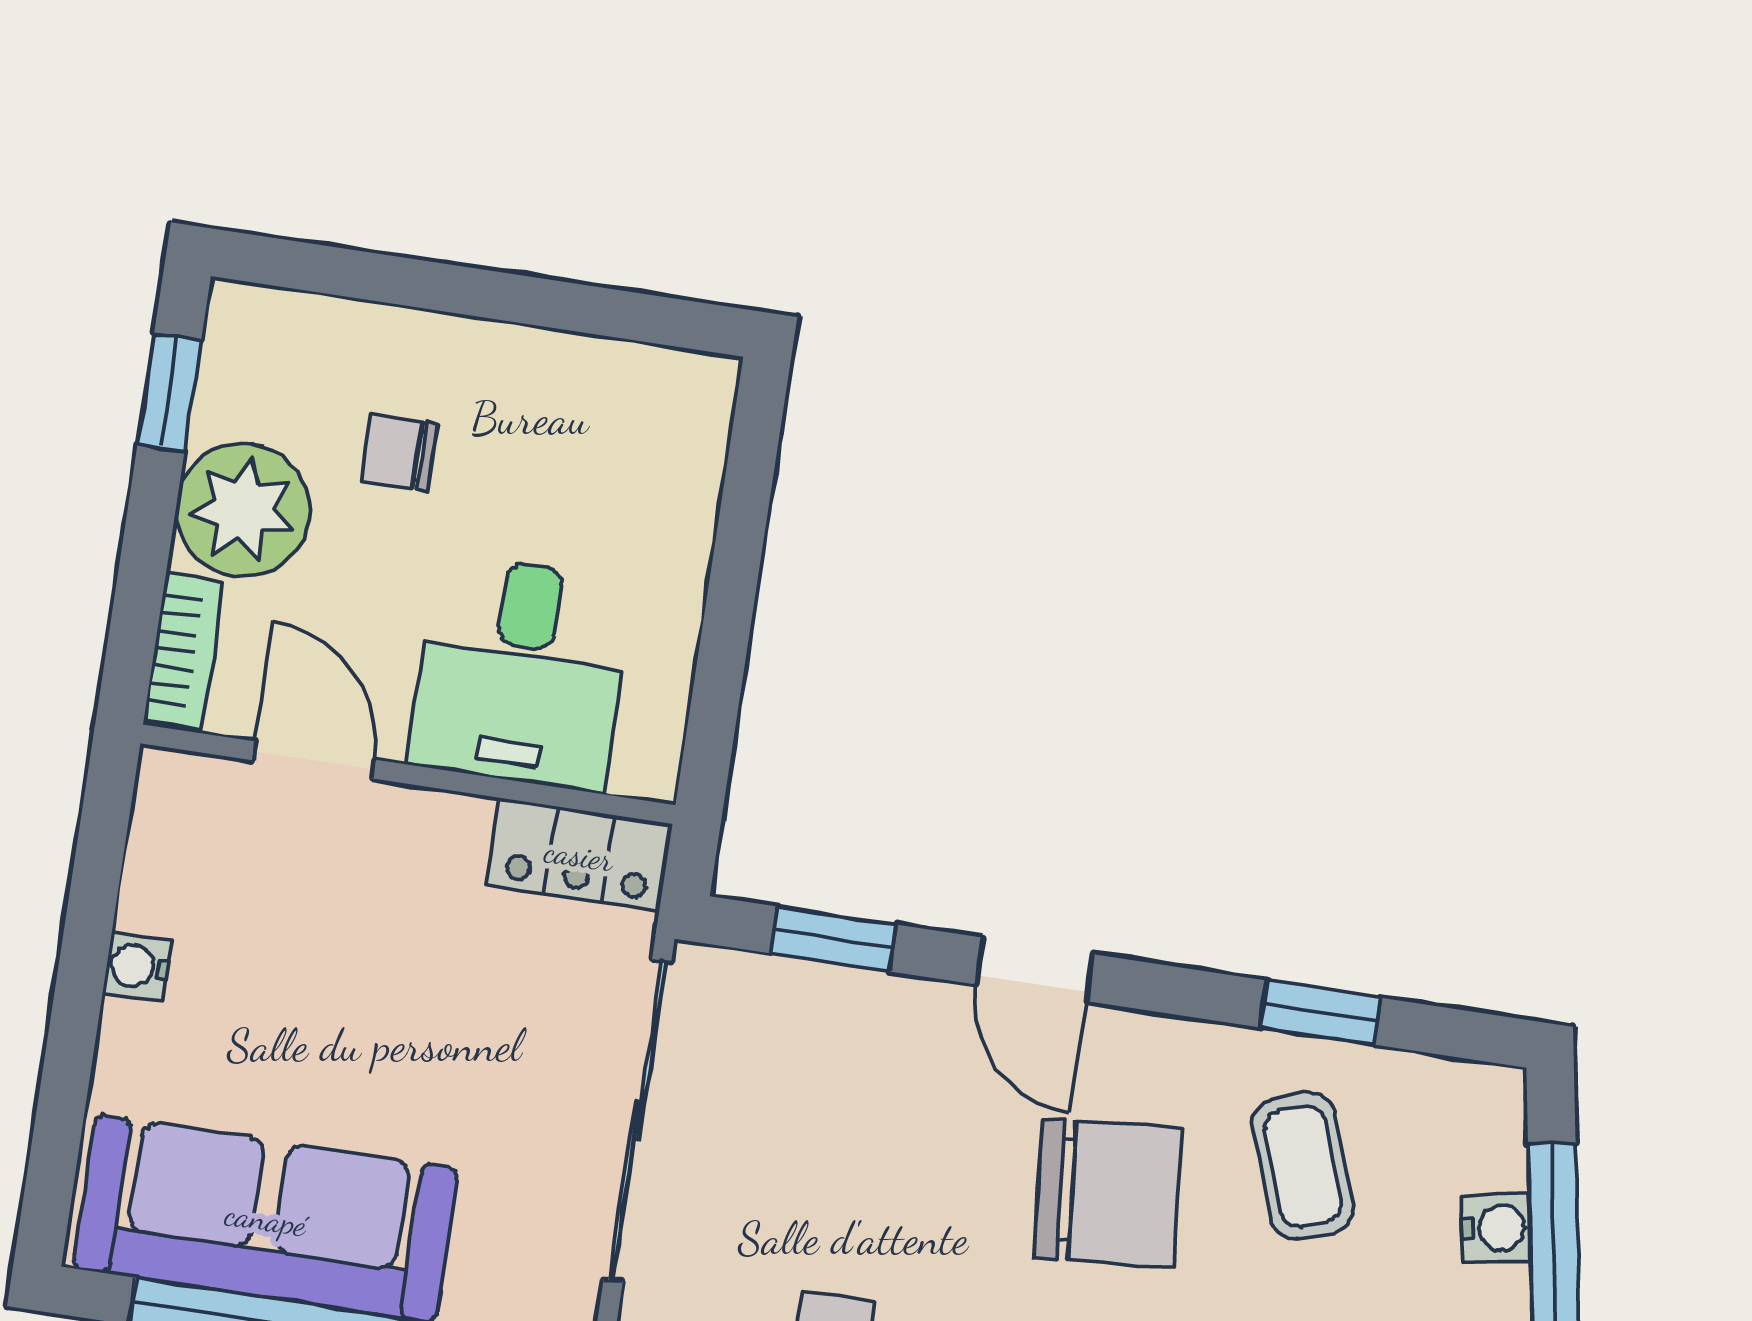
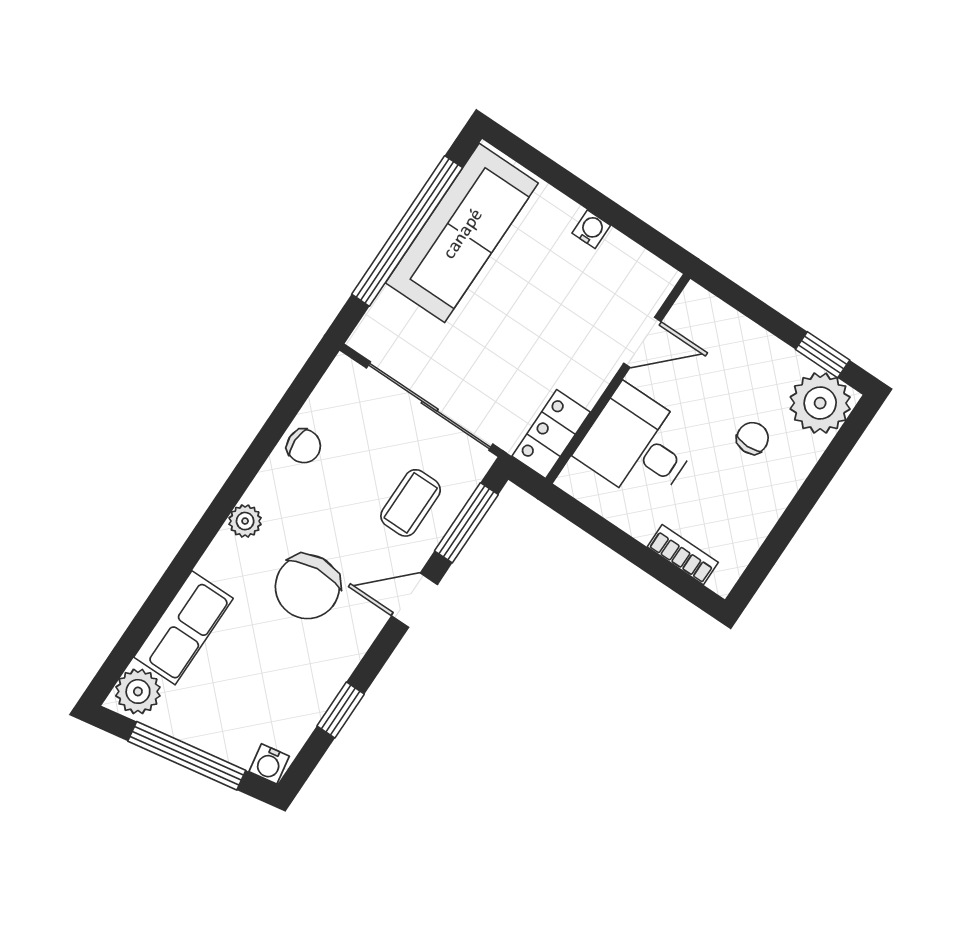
plant: (243, 510) -> (820, 403), moved
bookcase: (184, 651) -> (683, 555), moved, turned 180
window: (834, 939) -> (466, 523), width x1.50
coffee table: (1303, 1166) -> (411, 503), moved, turned -70
water cooler: (1496, 1228) -> (269, 764), moved

